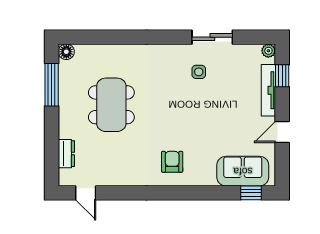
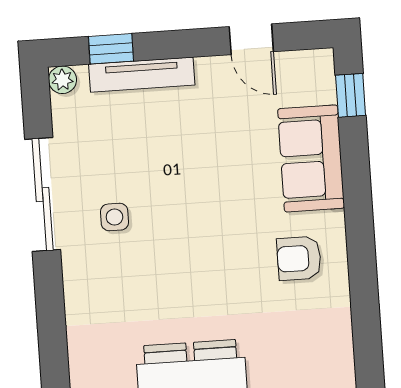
sliding door: (212, 37) -> (43, 194), width x1.37
door: (282, 132) -> (251, 39), moved
sofa: (243, 171) -> (311, 158), moved

